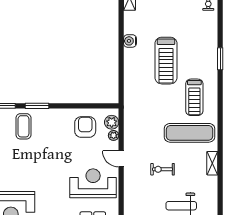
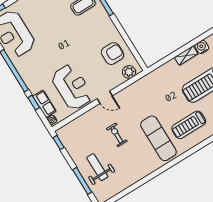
plant: (114, 135) -> (120, 80), removed
door: (121, 159) -> (105, 97), swing flipped
shelving: (212, 163) -> (186, 56), moved

